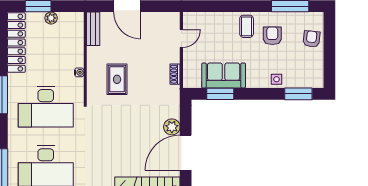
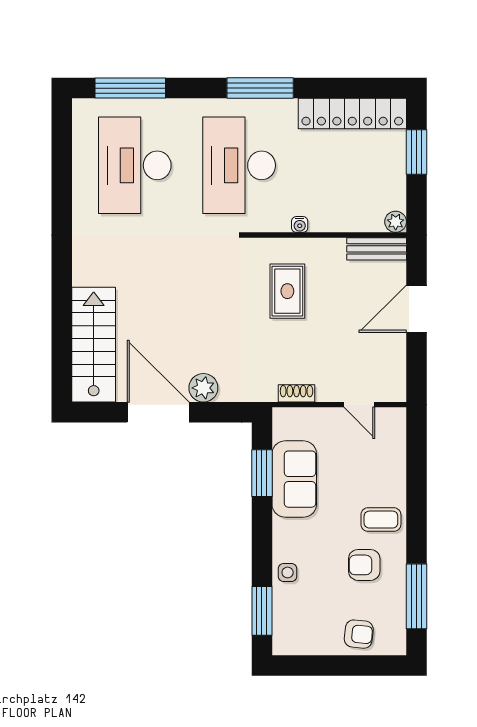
plant: (51, 18) -> (396, 222), moved
armchair: (272, 36) -> (364, 565), turned 180
rug: (117, 79) -> (287, 291), turned 90

